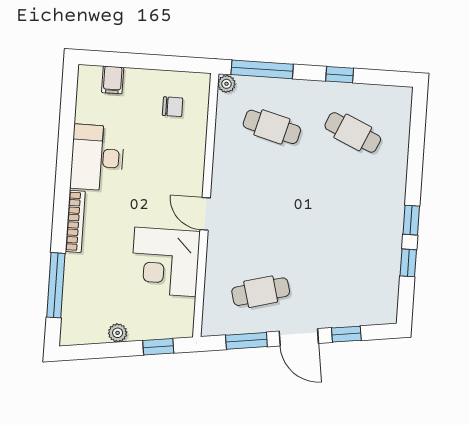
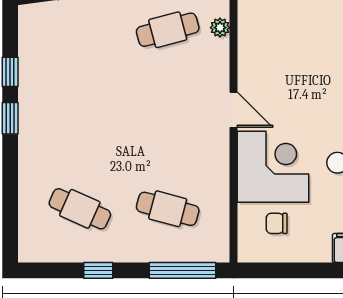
plant: (226, 84) -> (220, 28), moved
corner desk: (165, 262) -> (273, 167), moved

